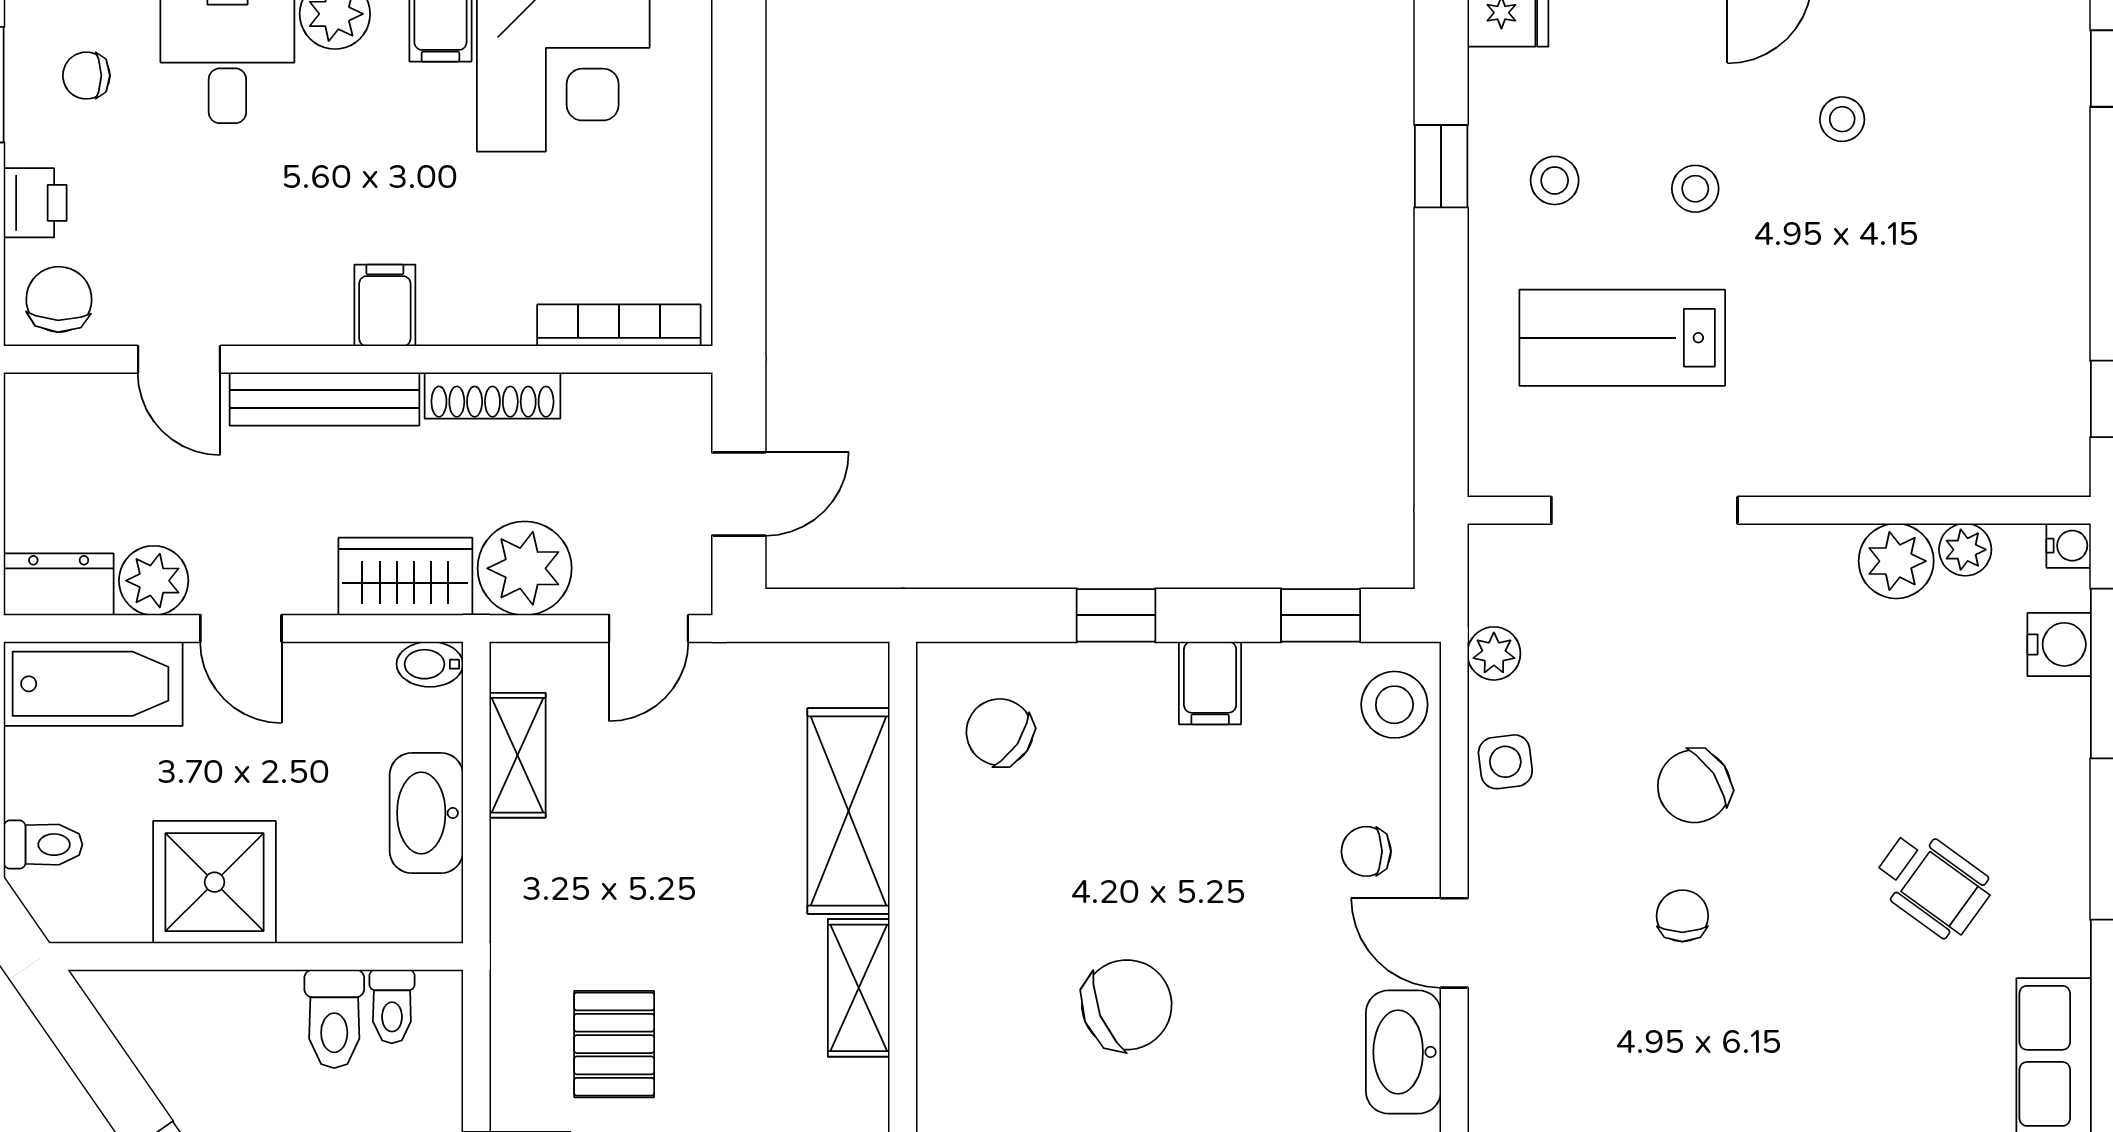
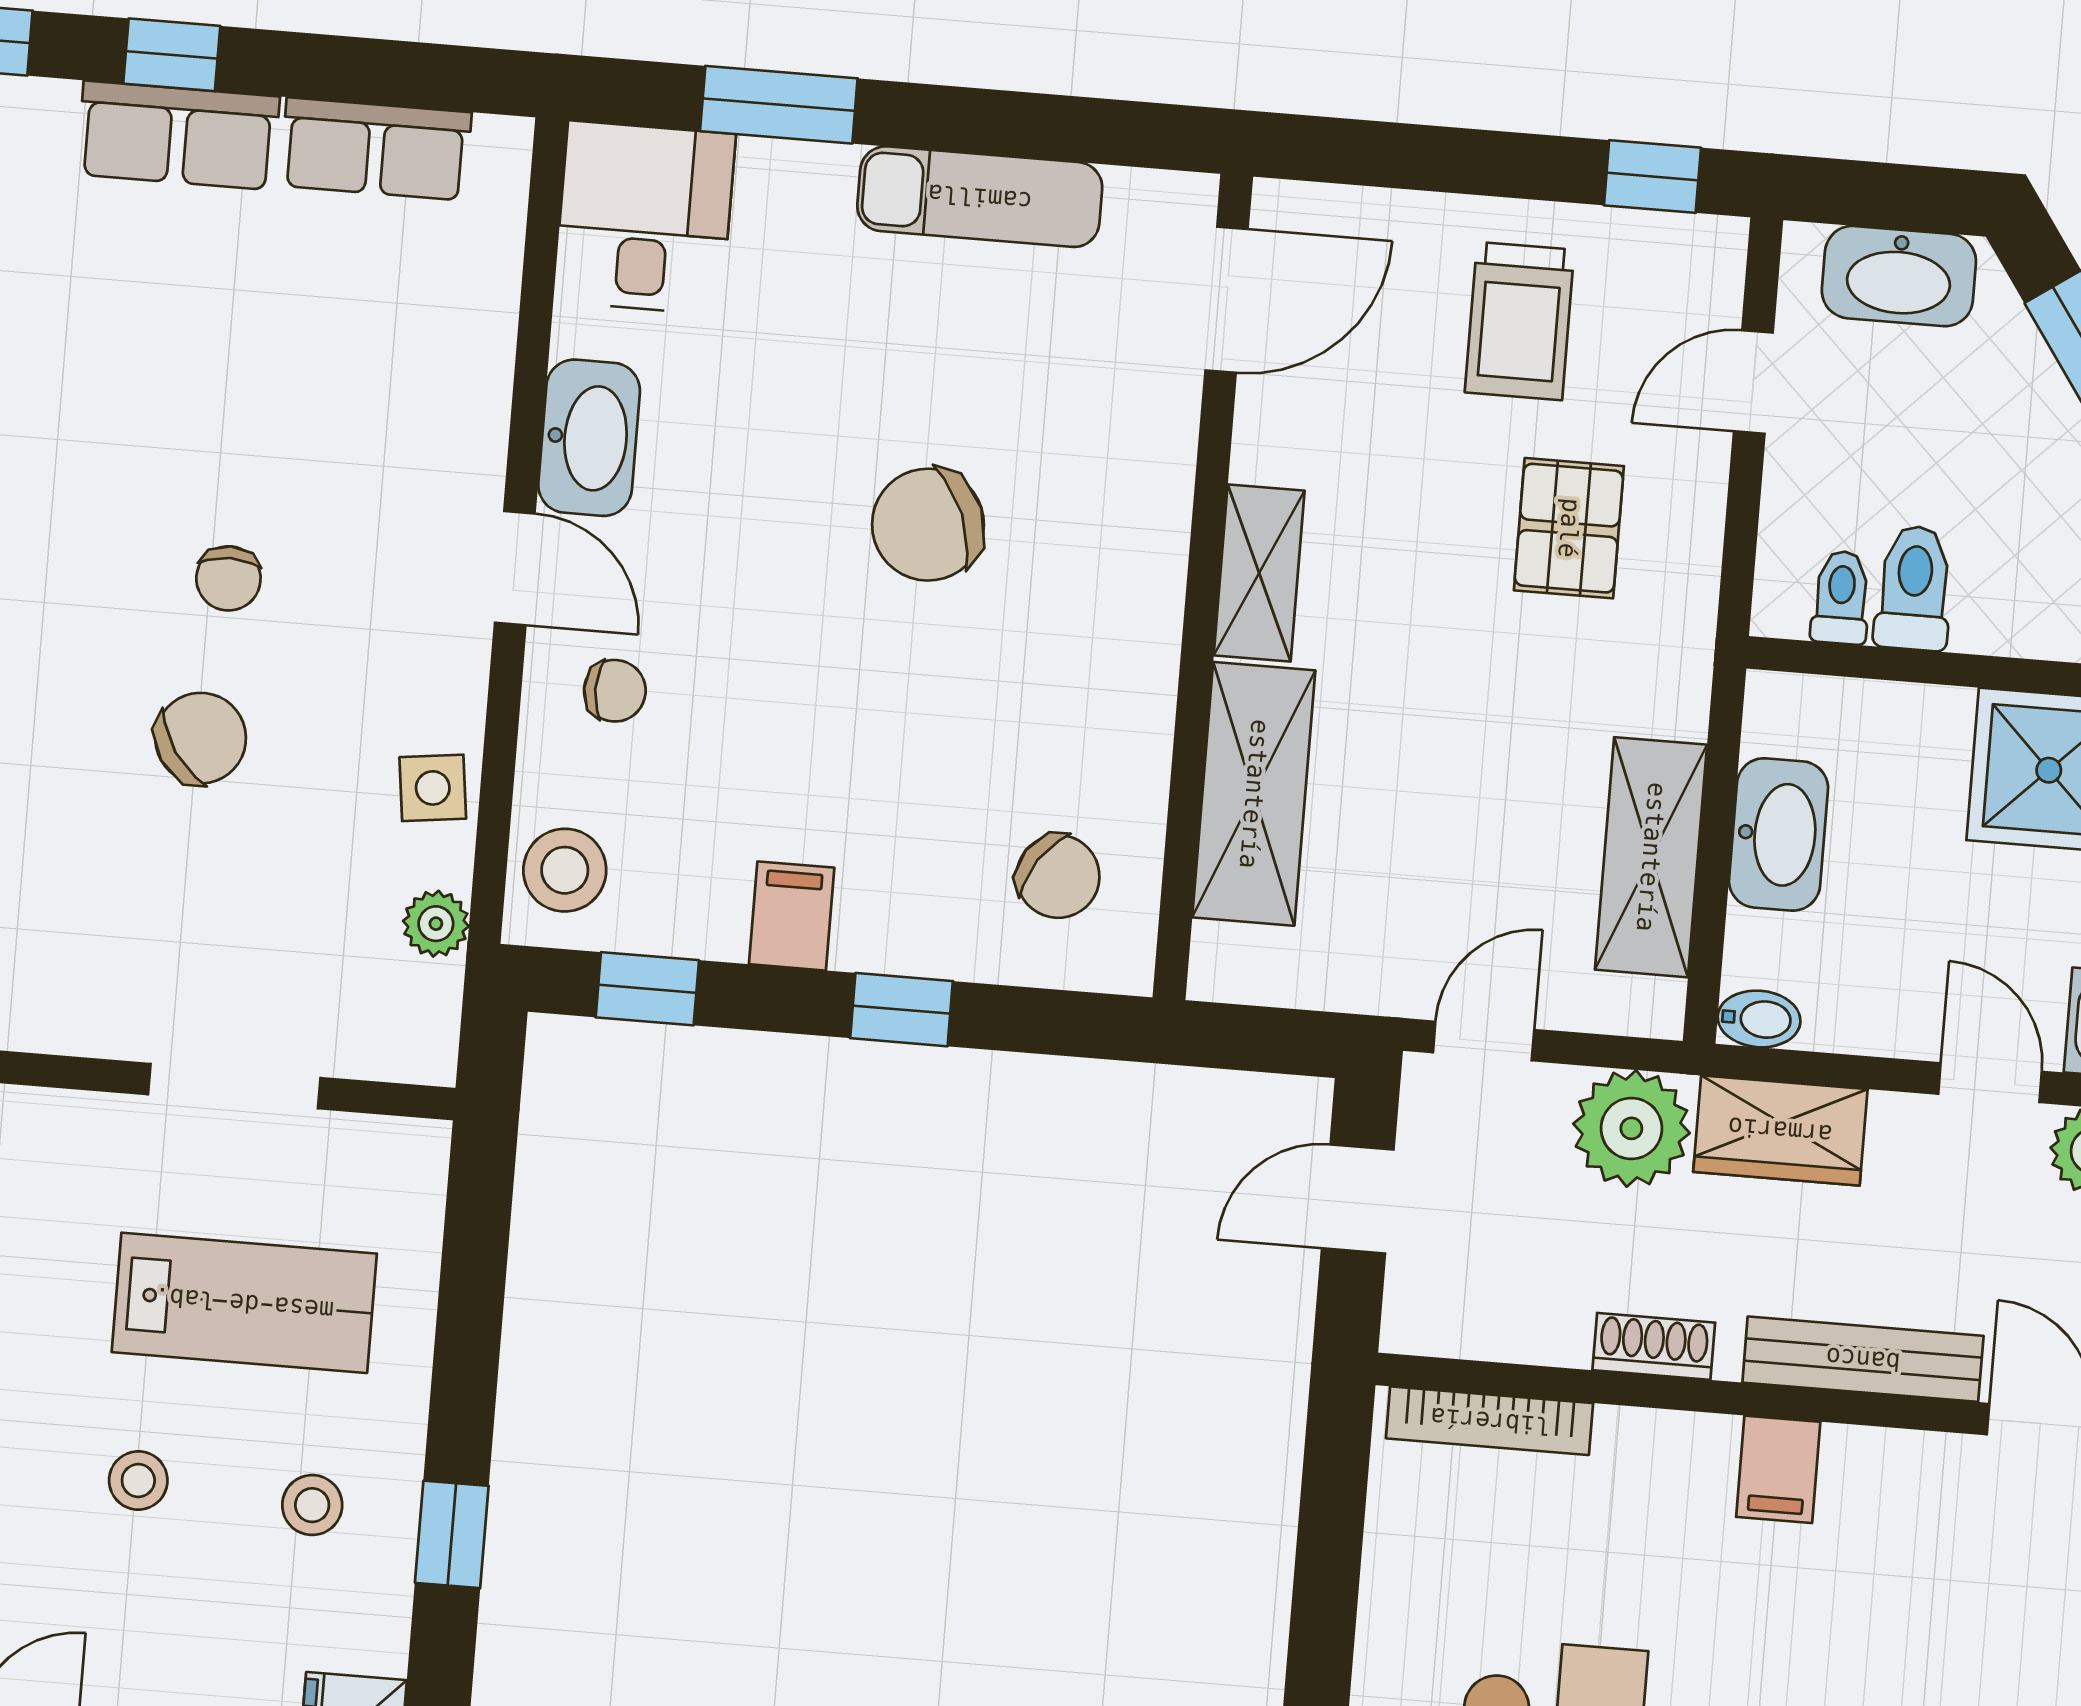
shoe rack: (492, 396) -> (1654, 1346), width x0.70
doorway: (1644, 510) -> (234, 1086), width x0.73
shelving: (517, 755) -> (1651, 857), width x1.50, depth x1.33

